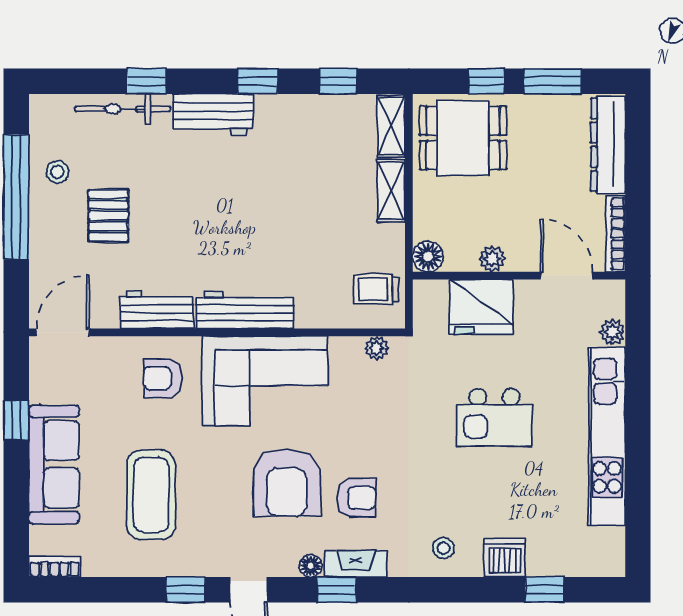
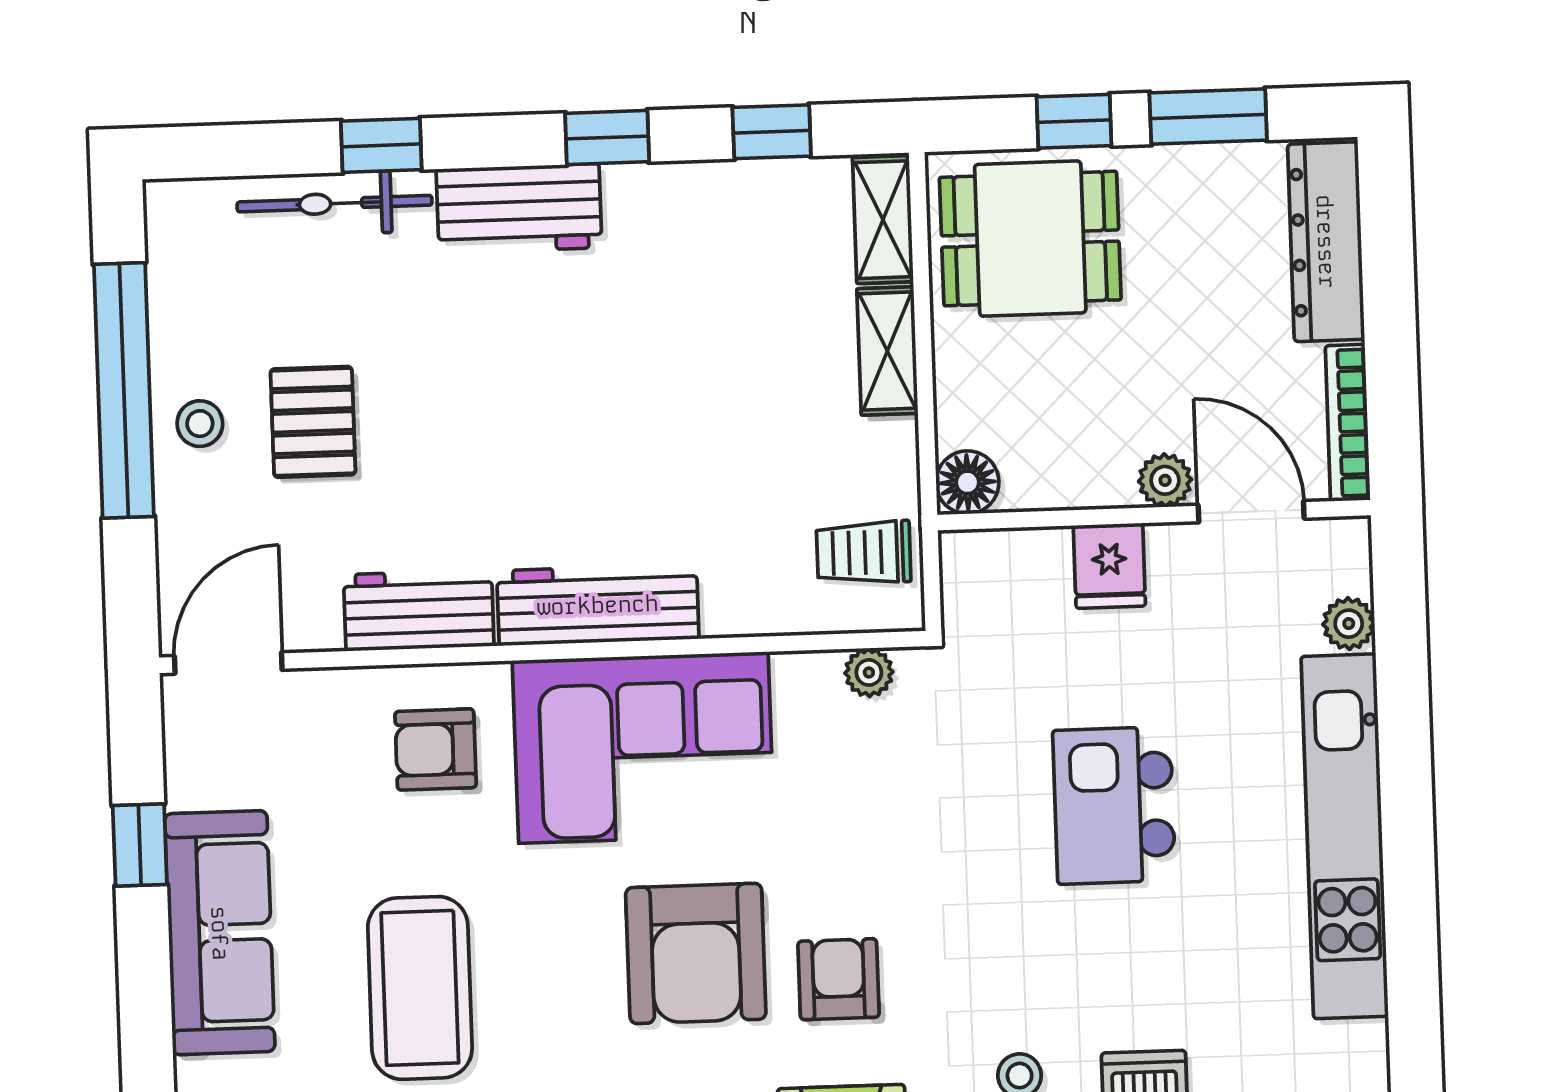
stool: (57, 172) -> (200, 424), moved
plant: (492, 259) -> (1165, 480), moved
fridge: (481, 307) -> (1109, 566), width x0.53, depth x0.75
kitchen island: (494, 417) -> (1114, 805), turned 90
armchair: (356, 498) -> (838, 979), turned -90

